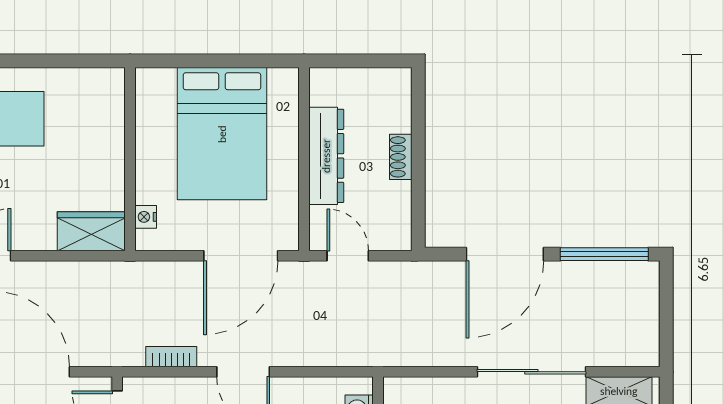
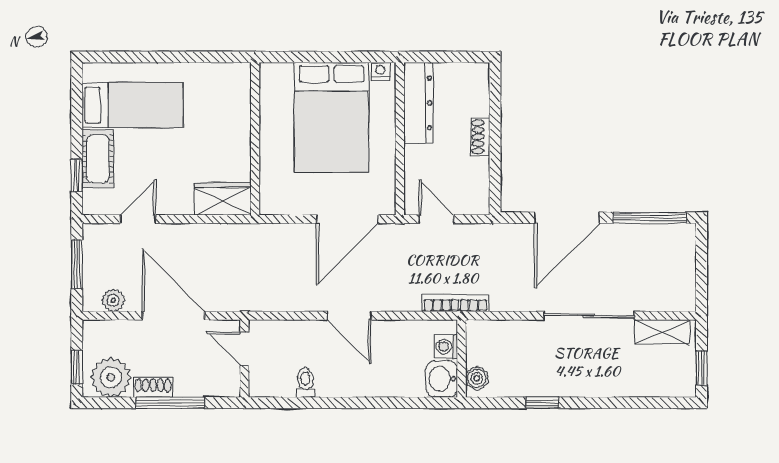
dresser: (326, 156) -> (418, 103), moved
nightstand: (146, 217) -> (380, 71), moved, turned 90
bookcase: (171, 357) -> (455, 303), moved, width x1.56

